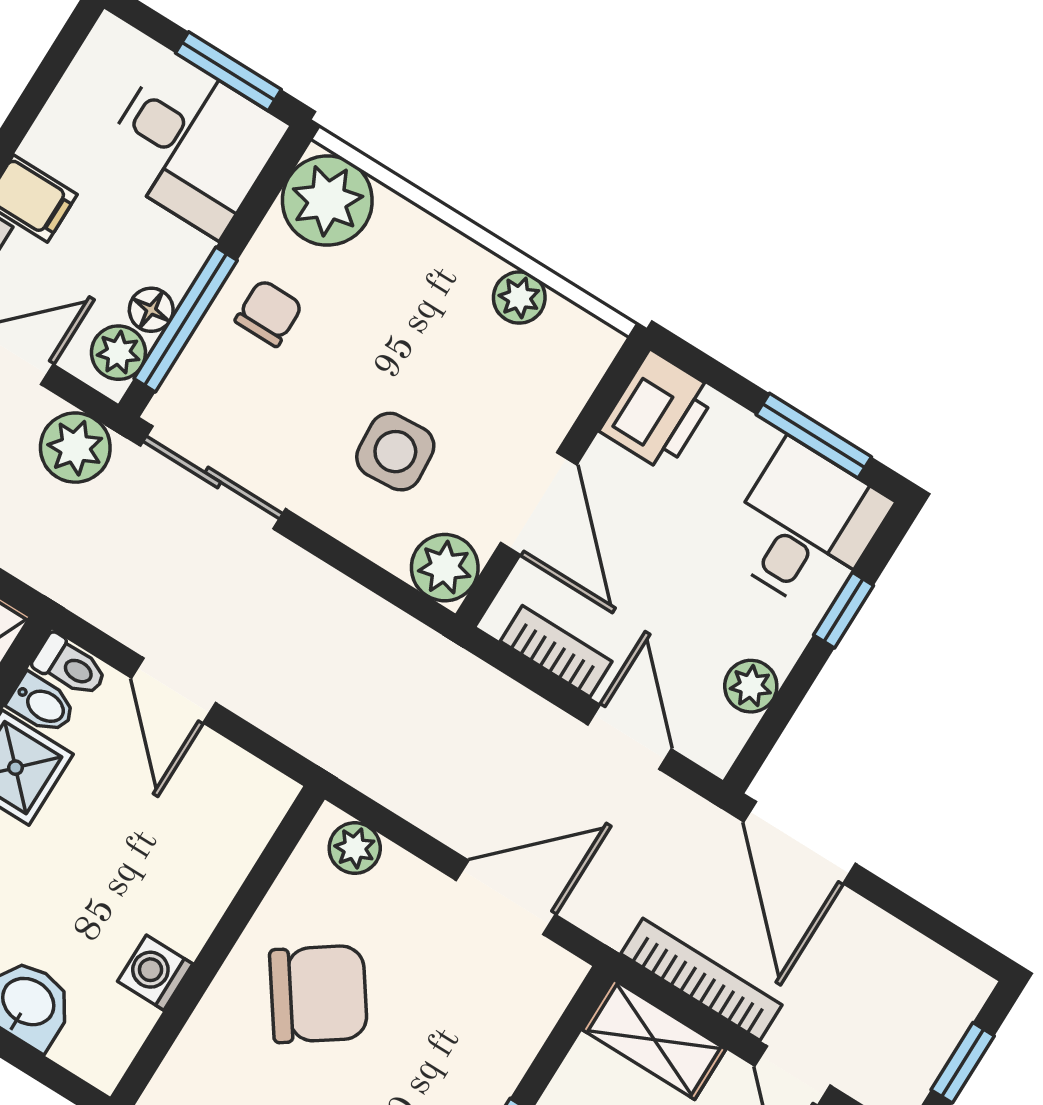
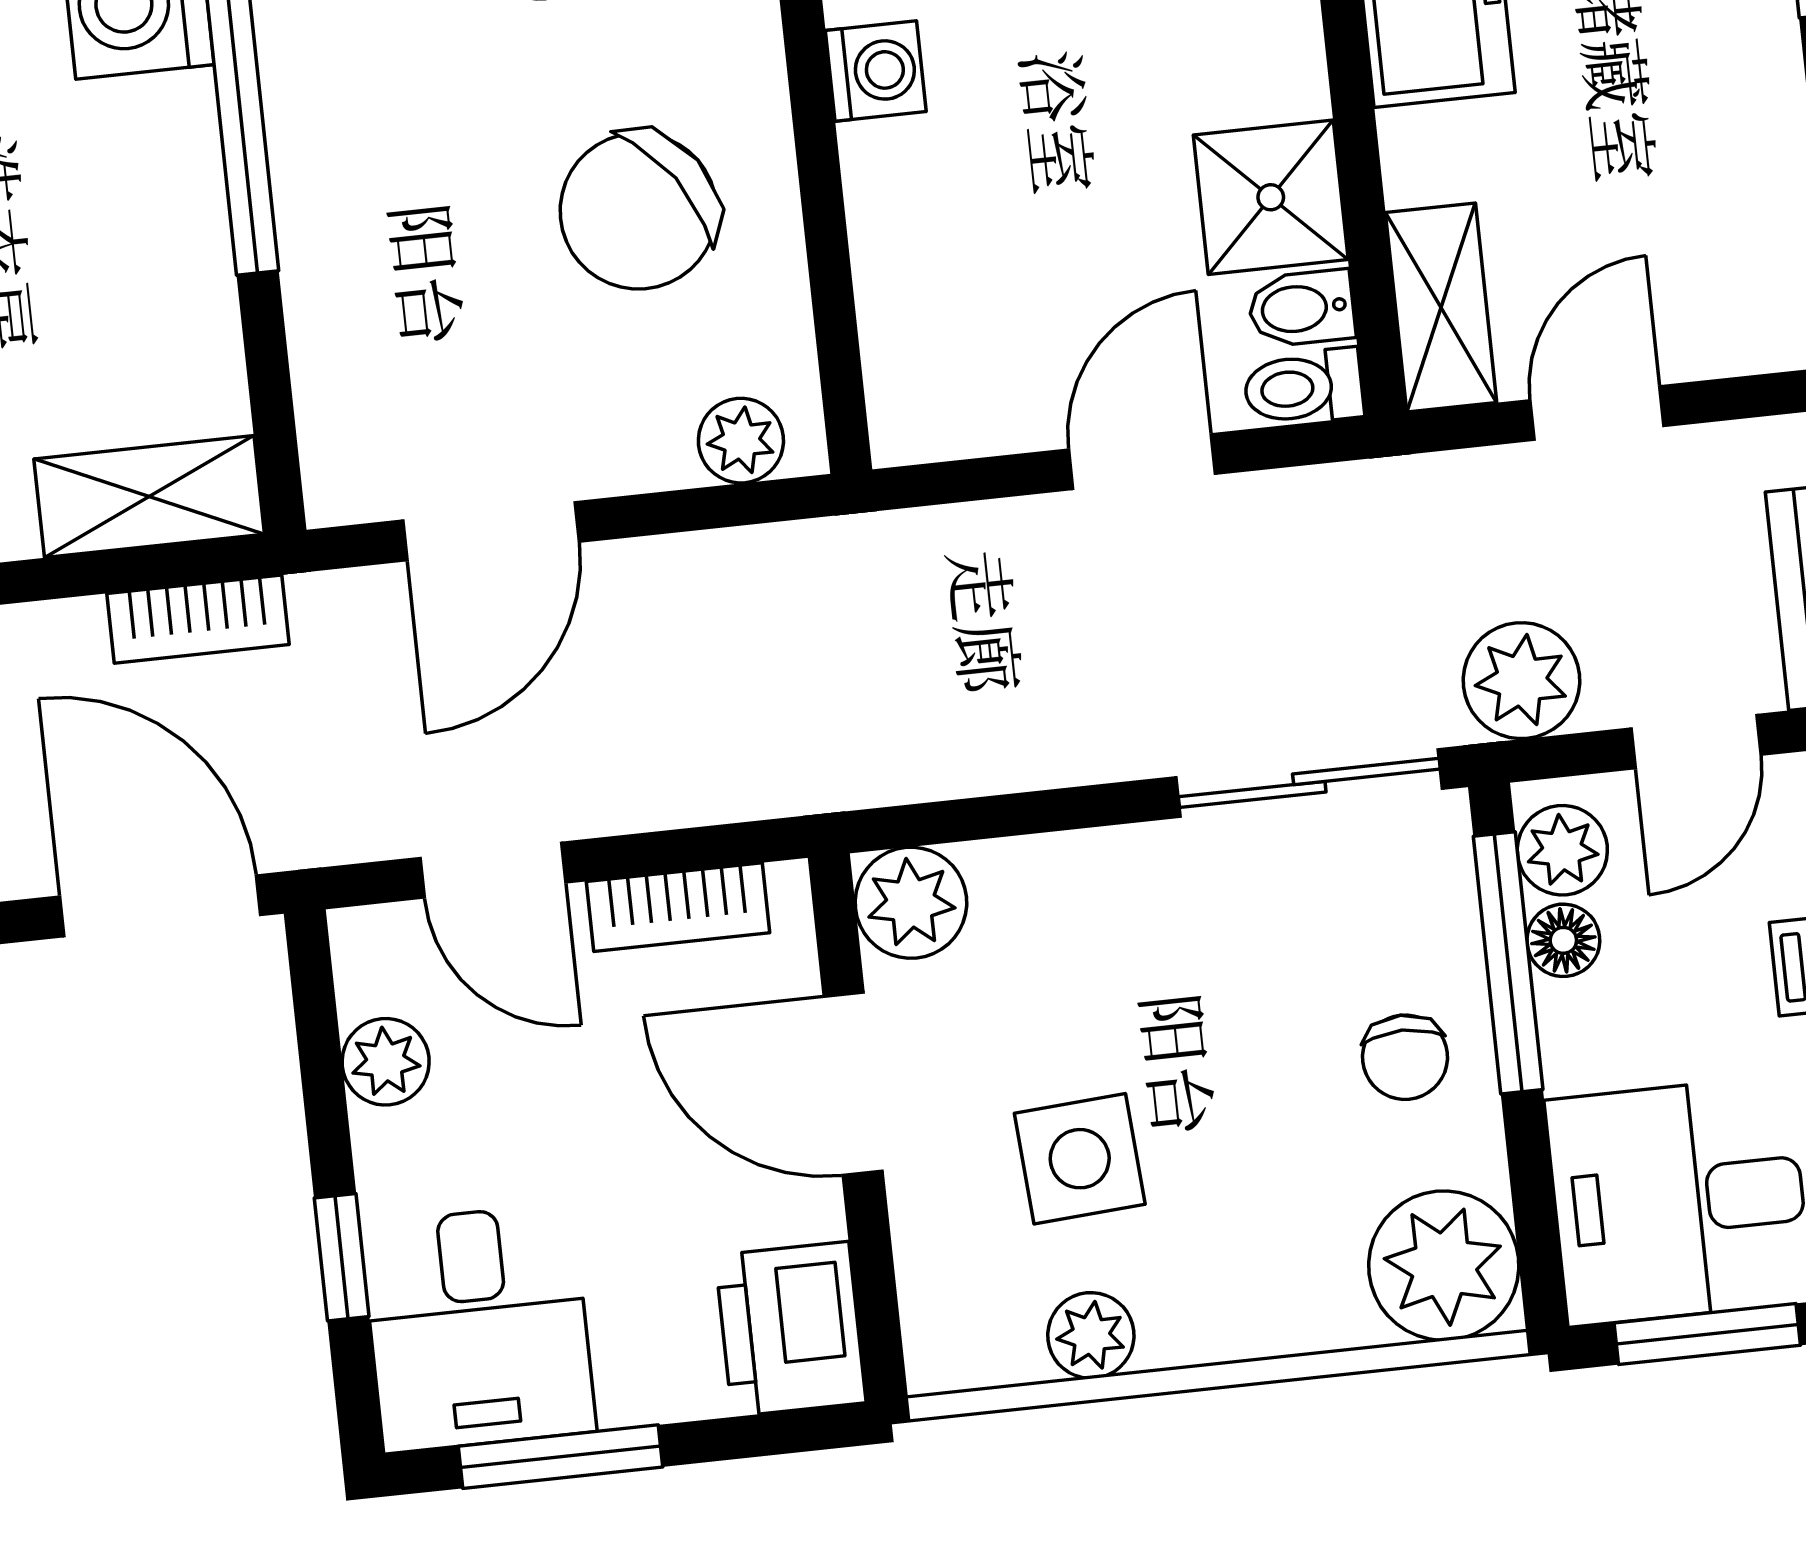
side table: (395, 452) -> (1080, 1159), moved
door: (173, 690) -> (1142, 462), hinge flipped
bookcase: (701, 979) -> (198, 619), width x0.64

